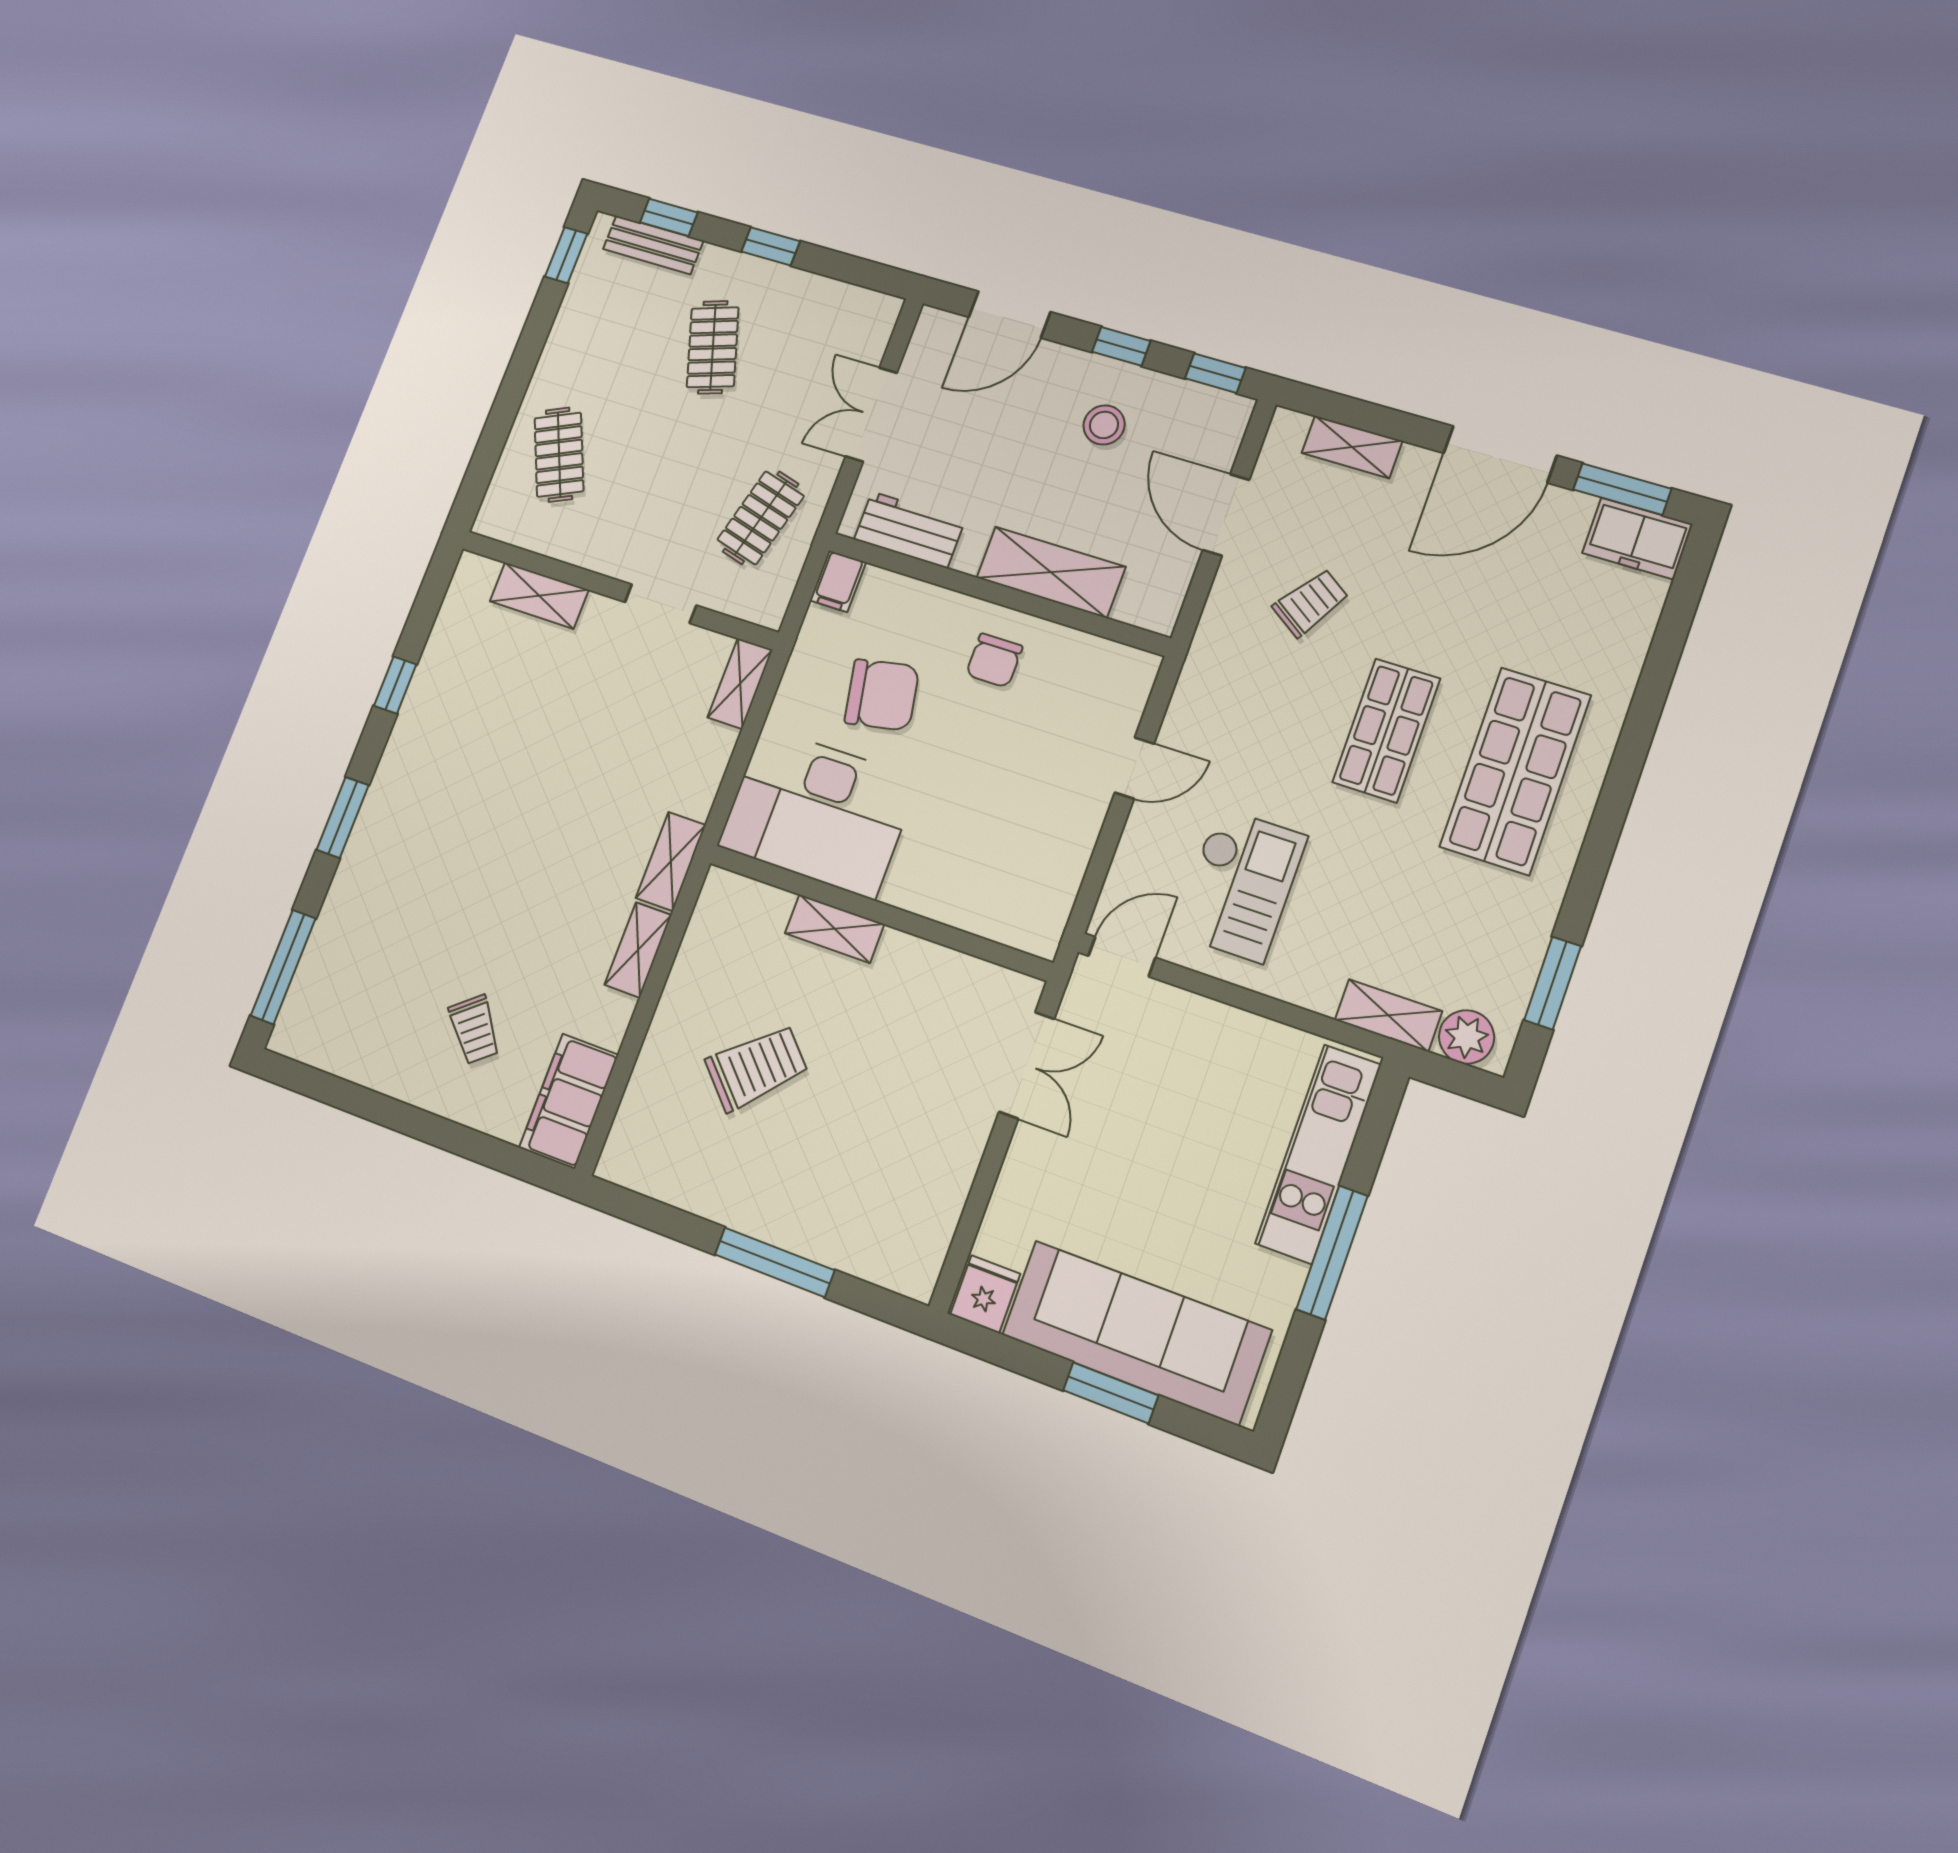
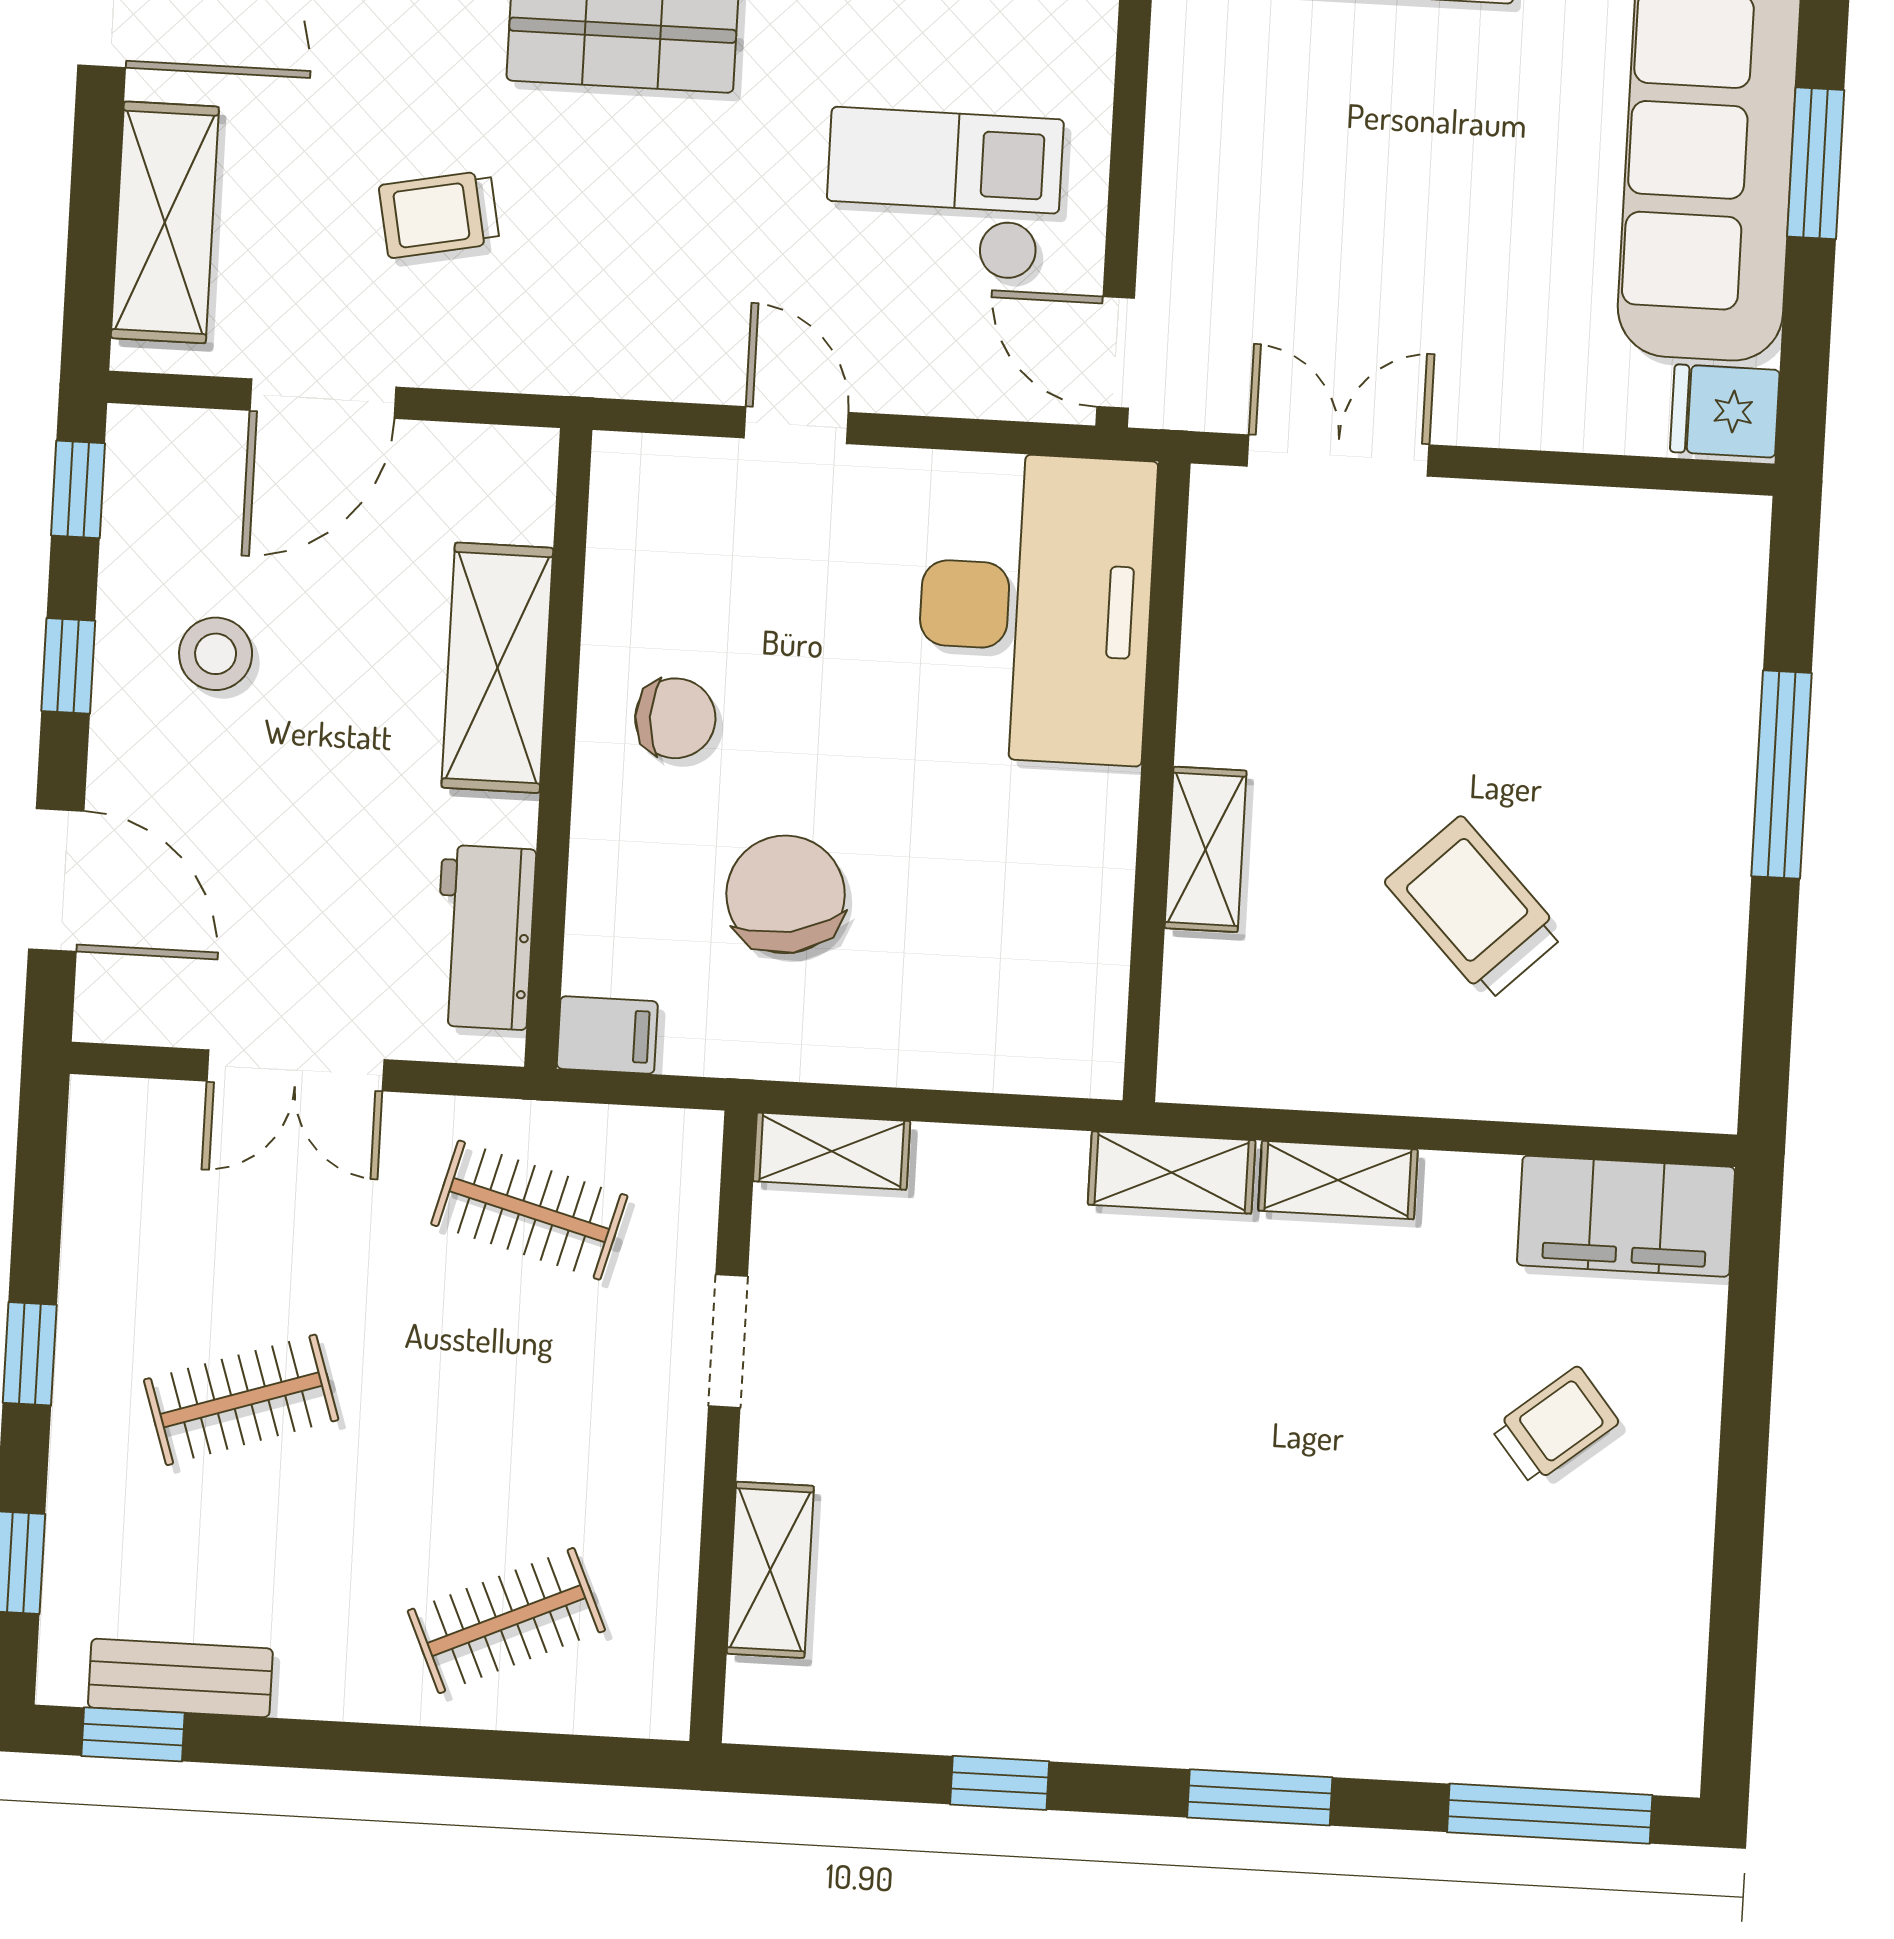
bench: (653, 245) -> (180, 1678), moved, turned 90
shelving: (1352, 447) -> (165, 222), width x1.50, depth x1.33
trolley: (1311, 603) -> (439, 214), turned -45
desk: (818, 812) -> (1035, 608), moved

